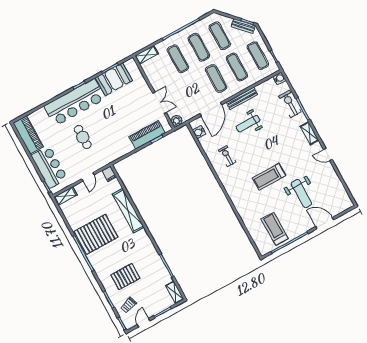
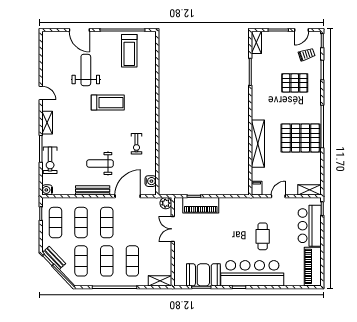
weight bench: (248, 124) -> (100, 163), turned 180

